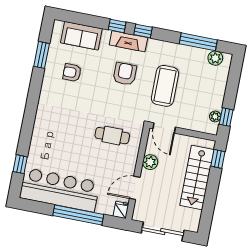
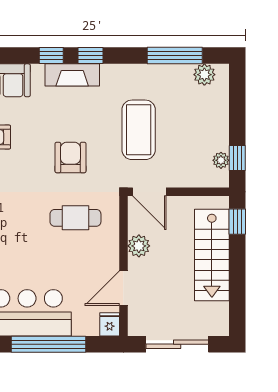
armchair: (125, 74) -> (70, 158), moved

